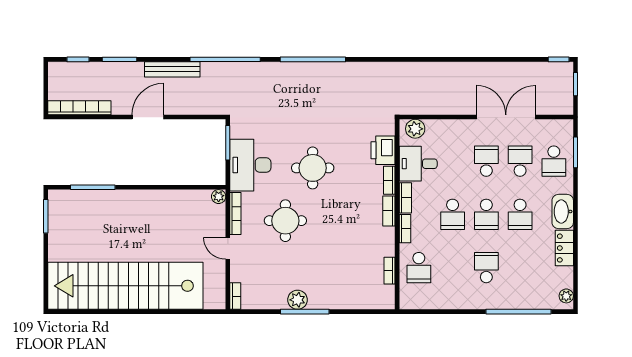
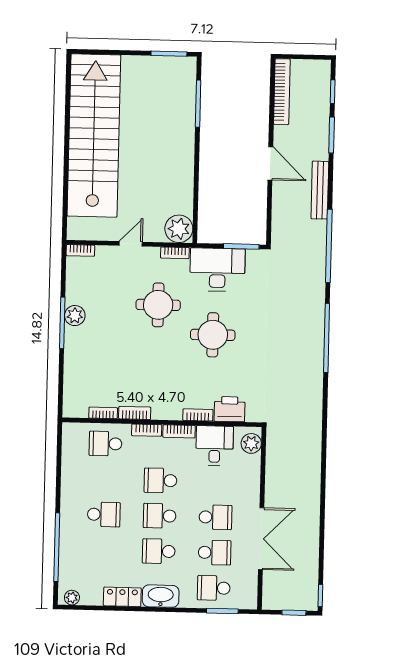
plant: (219, 197) -> (179, 229), width x1.87, depth x1.87
bookcase: (389, 211) -> (135, 413), moved
bookcase: (235, 214) -> (175, 253), width x0.64

